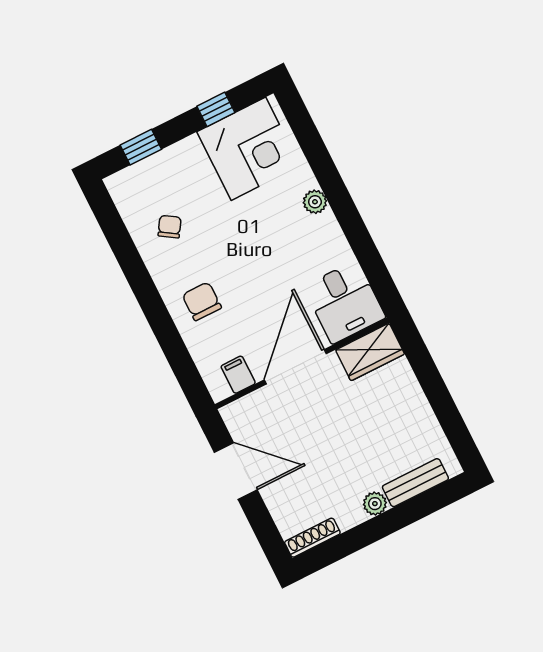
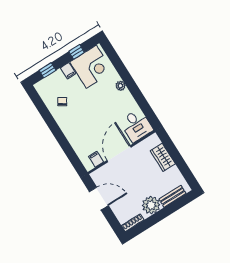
filing cabinet: (191, 153) -> (68, 71), added
chair: (202, 301) -> (78, 131), removed
wardrobe: (370, 352) -> (163, 157), moved, turned 90
plant: (375, 504) -> (151, 205), width x1.88, depth x1.88

